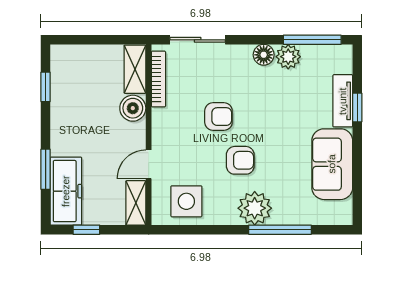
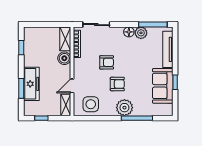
tv unit: (343, 101) -> (168, 49), width x1.41
window: (357, 108) -> (175, 82), moved
freezer: (66, 191) -> (31, 84), moved

